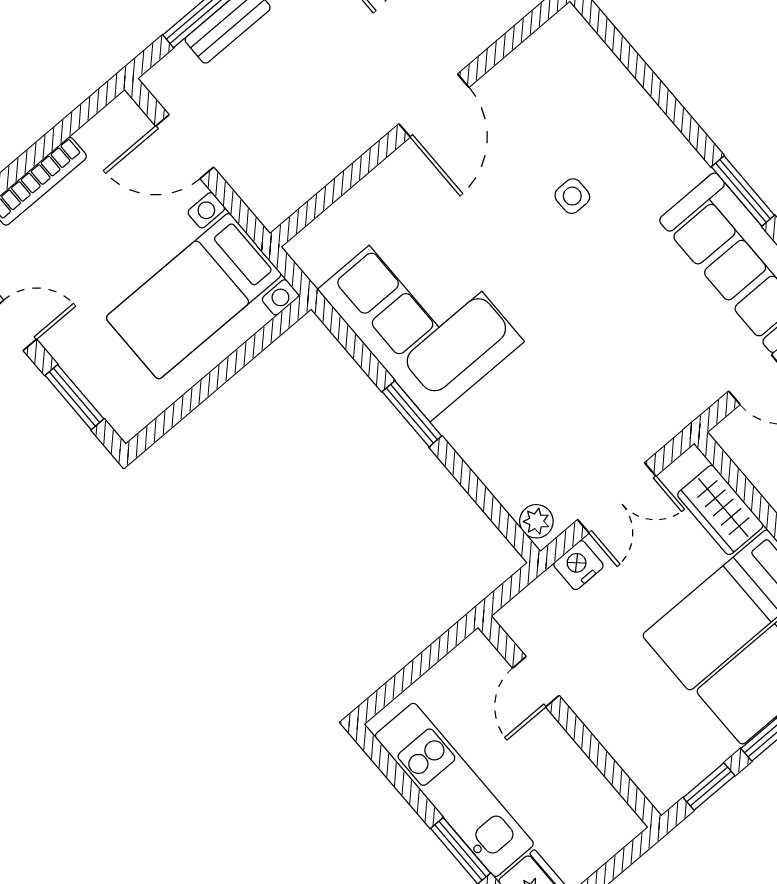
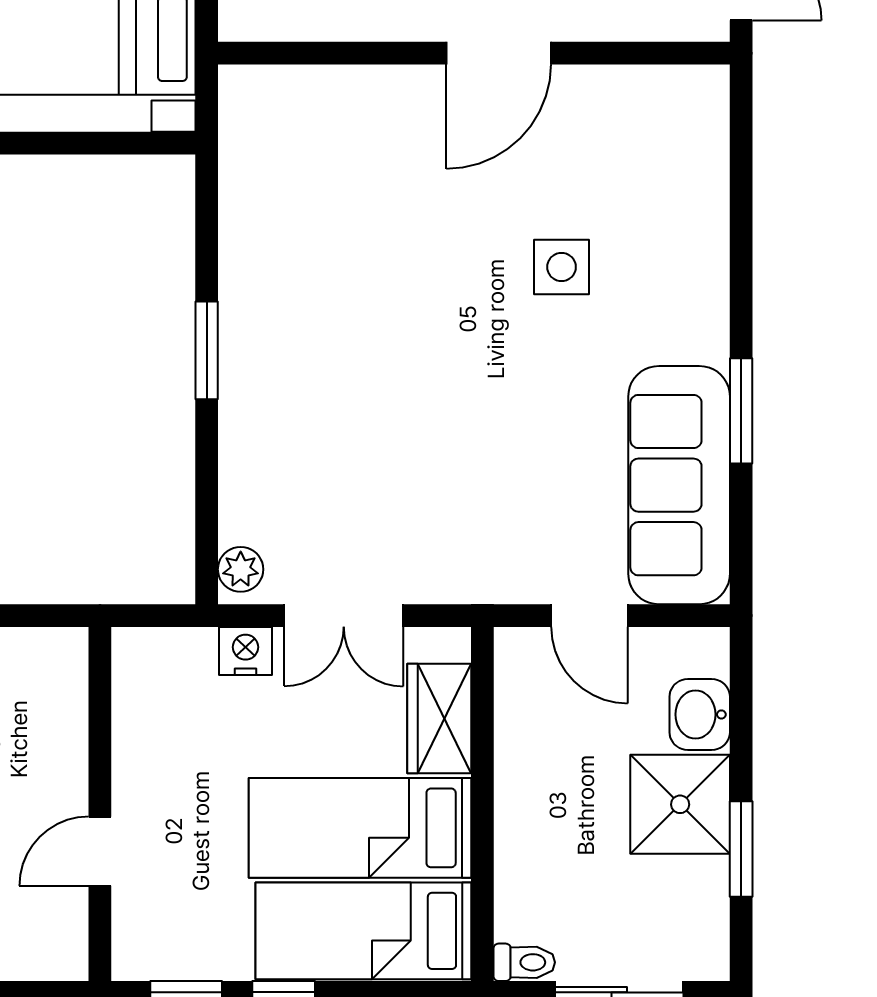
side table: (572, 196) -> (562, 267), width x1.37, depth x1.37
corner sofa: (421, 315) -> (302, 257), removed
door: (536, 682) -> (100, 851), moved

